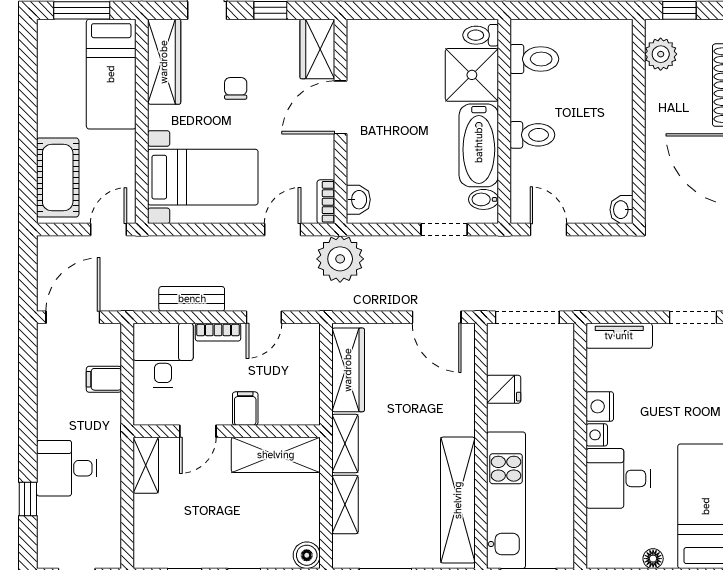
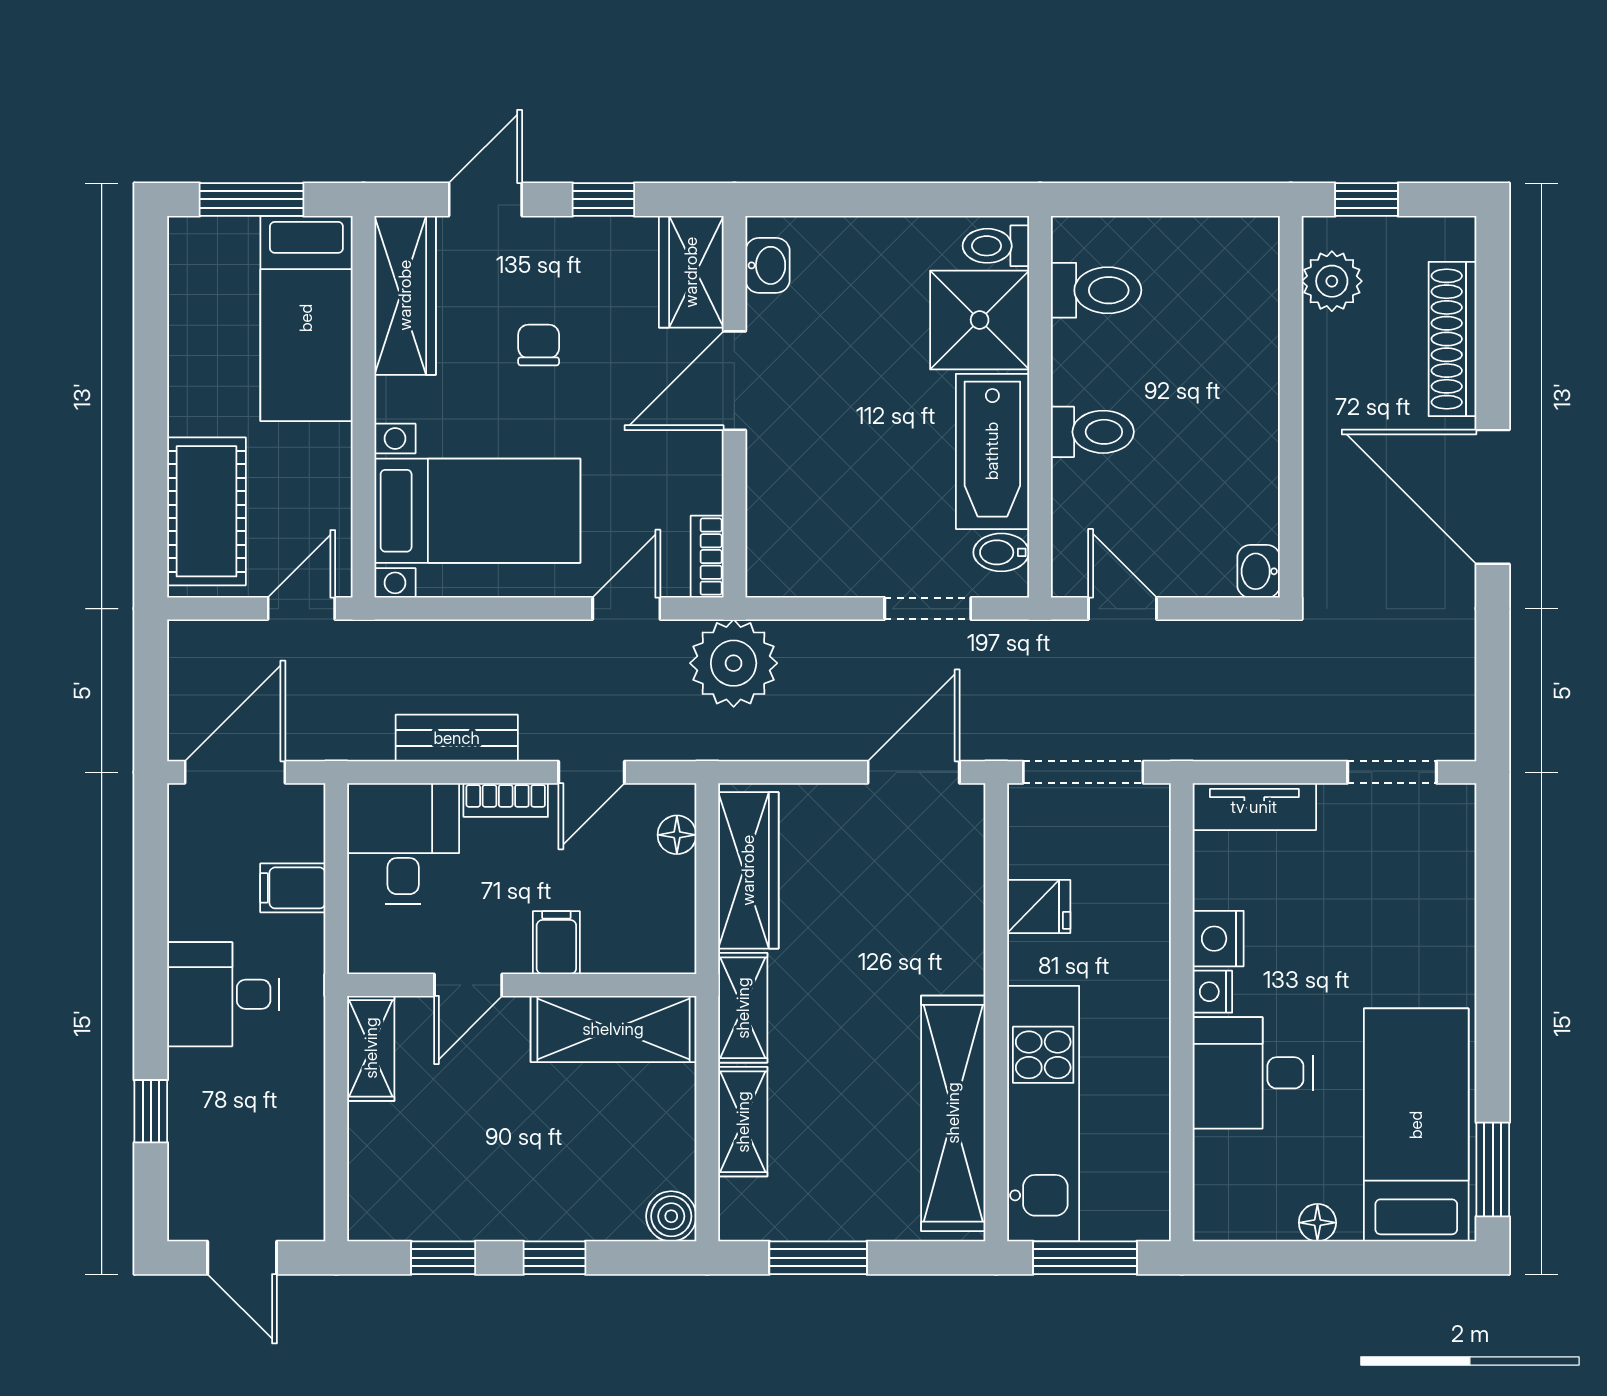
washbasin: (358, 200) -> (768, 265), moved
door: (437, 317) -> (914, 772), swing flipped
floor lamp: (310, 351) -> (677, 835), added
desk: (67, 468) -> (223, 994), moved

